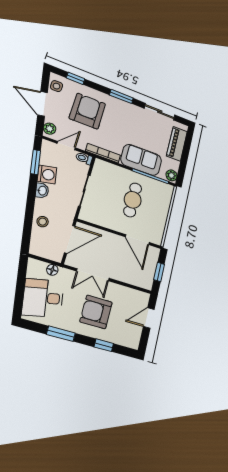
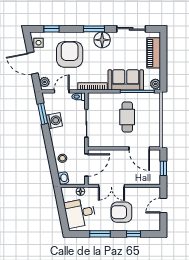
floor lamp: (127, 110) -> (102, 40), added
washbasin: (42, 191) -> (63, 178), moved

